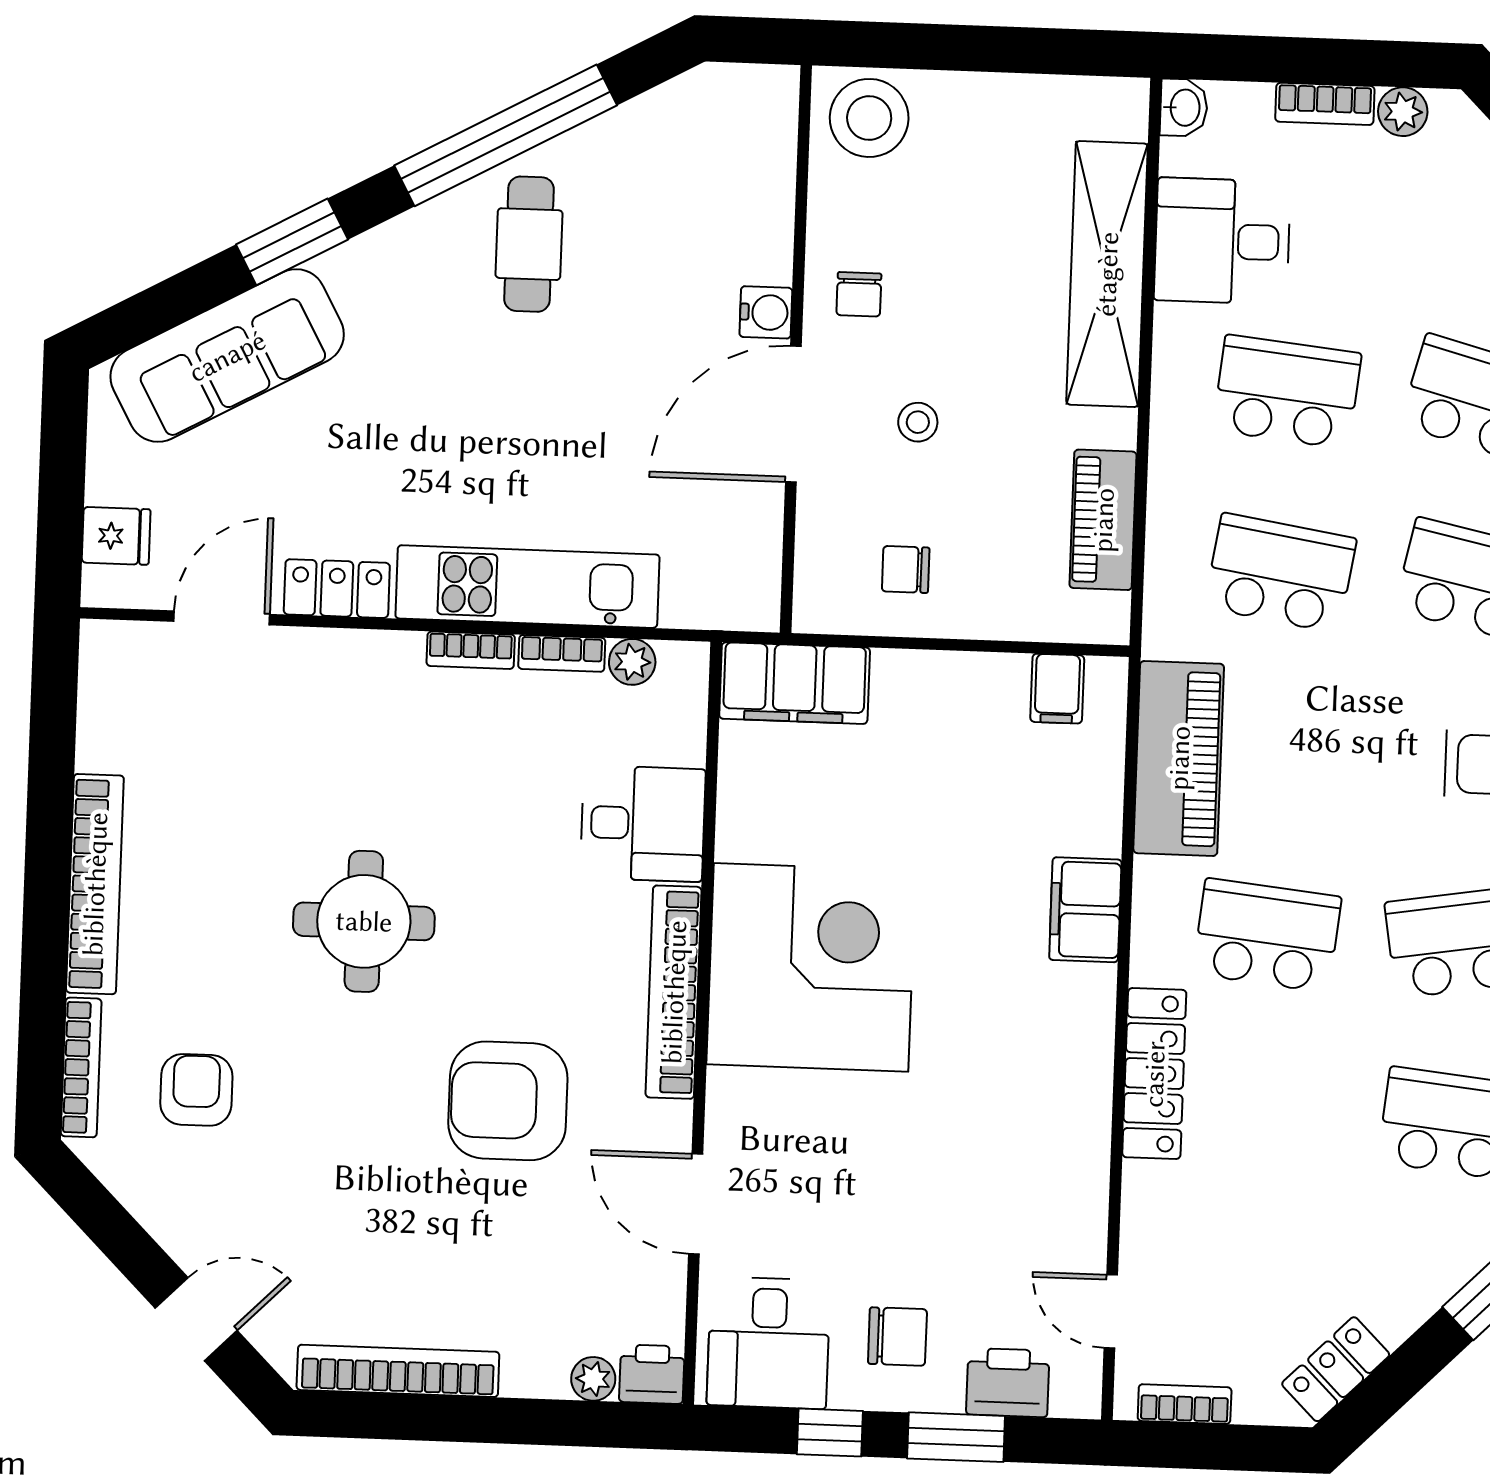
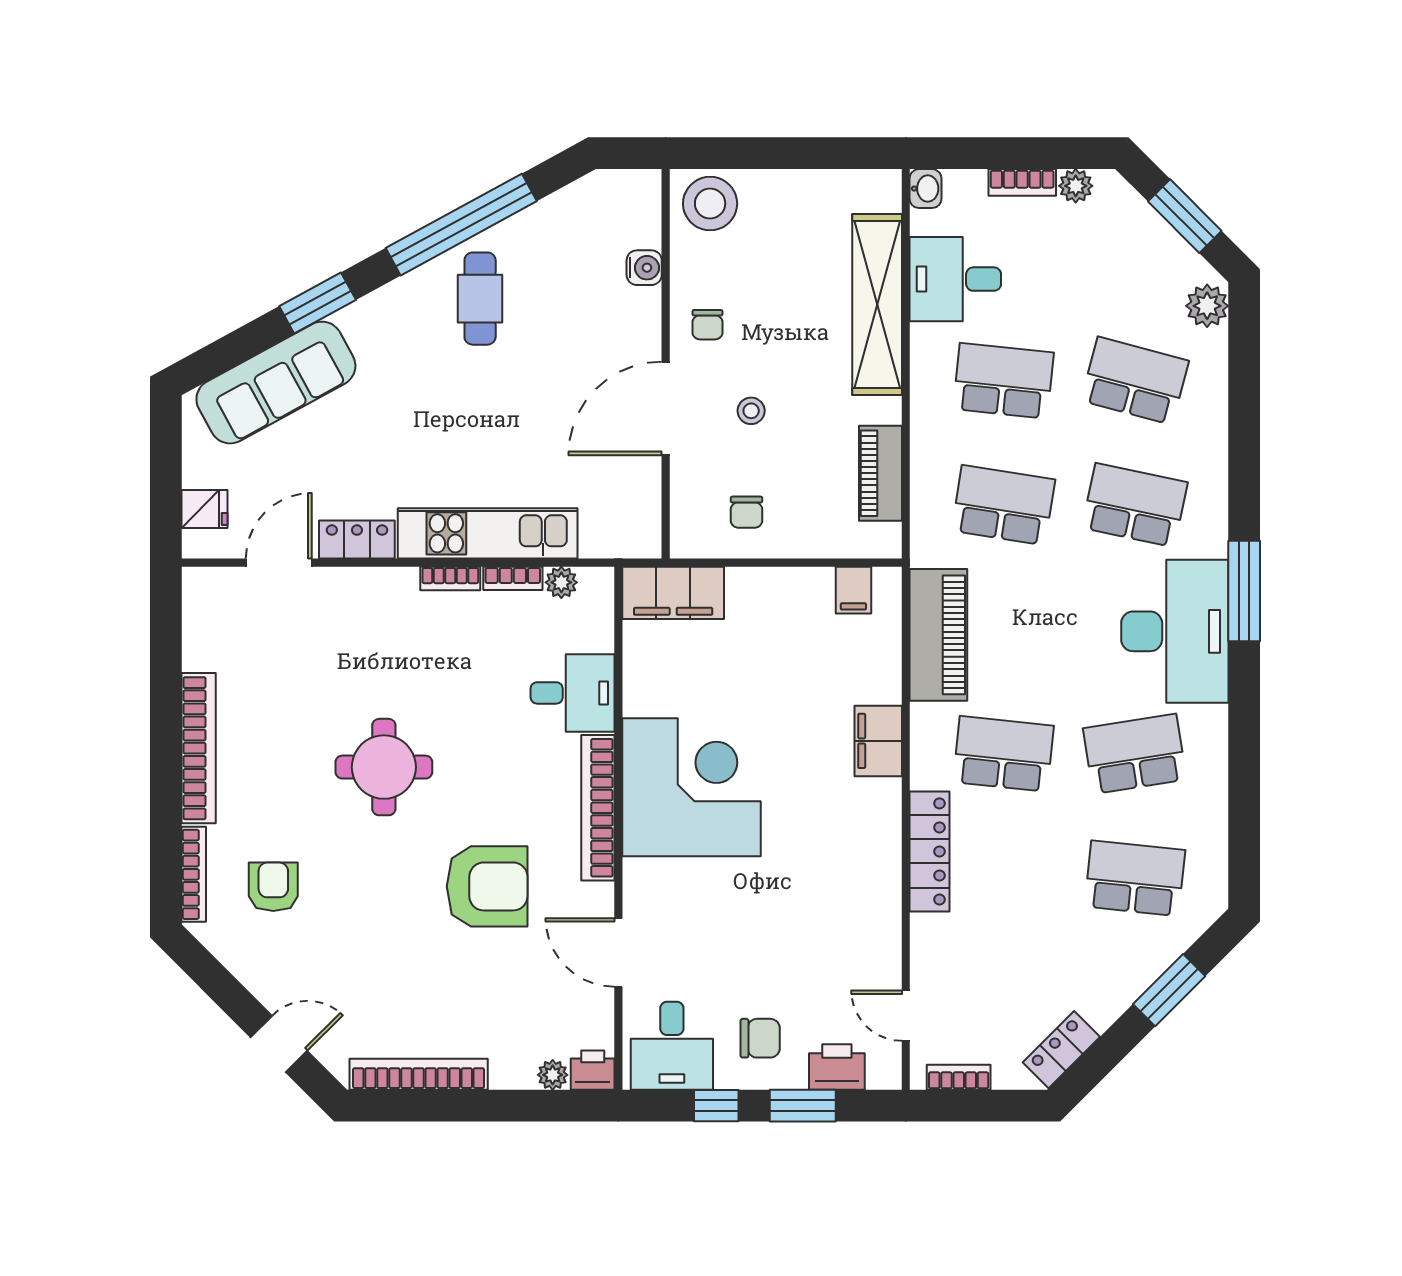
water cooler: (766, 312) -> (644, 268), moved
chair: (906, 569) -> (746, 512), turned -90
armchair: (508, 1101) -> (487, 886), turned 180

